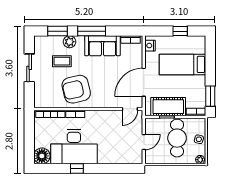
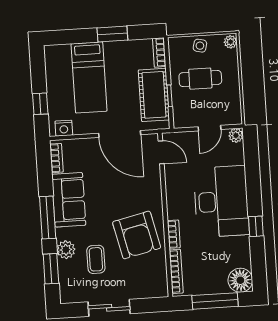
window: (180, 31) -> (40, 104), moved
window: (210, 96) -> (112, 34), moved
window: (29, 138) -> (215, 301), added
cafe table: (177, 138) -> (200, 79), width x0.73, depth x0.74
door: (144, 142) -> (210, 128), swing flipped
desk: (74, 147) -> (221, 201), moved
plant: (138, 159) -> (236, 135), added

